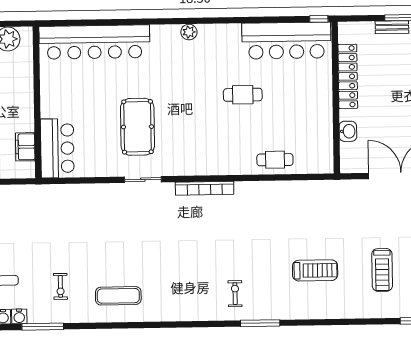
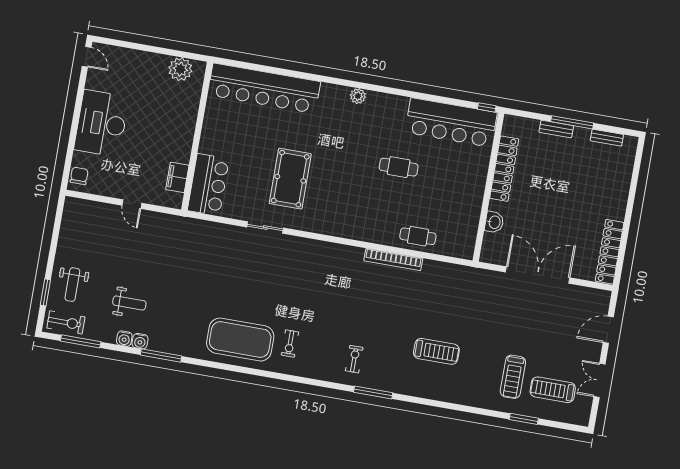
sliding door: (143, 180) -> (265, 227), moved
bookcase: (205, 188) -> (393, 260), moved
treadmill: (382, 270) -> (513, 377), moved
exercise bike: (60, 286) -> (290, 344), moved
exercise mat: (118, 296) -> (240, 340), width x2.00, depth x1.45

